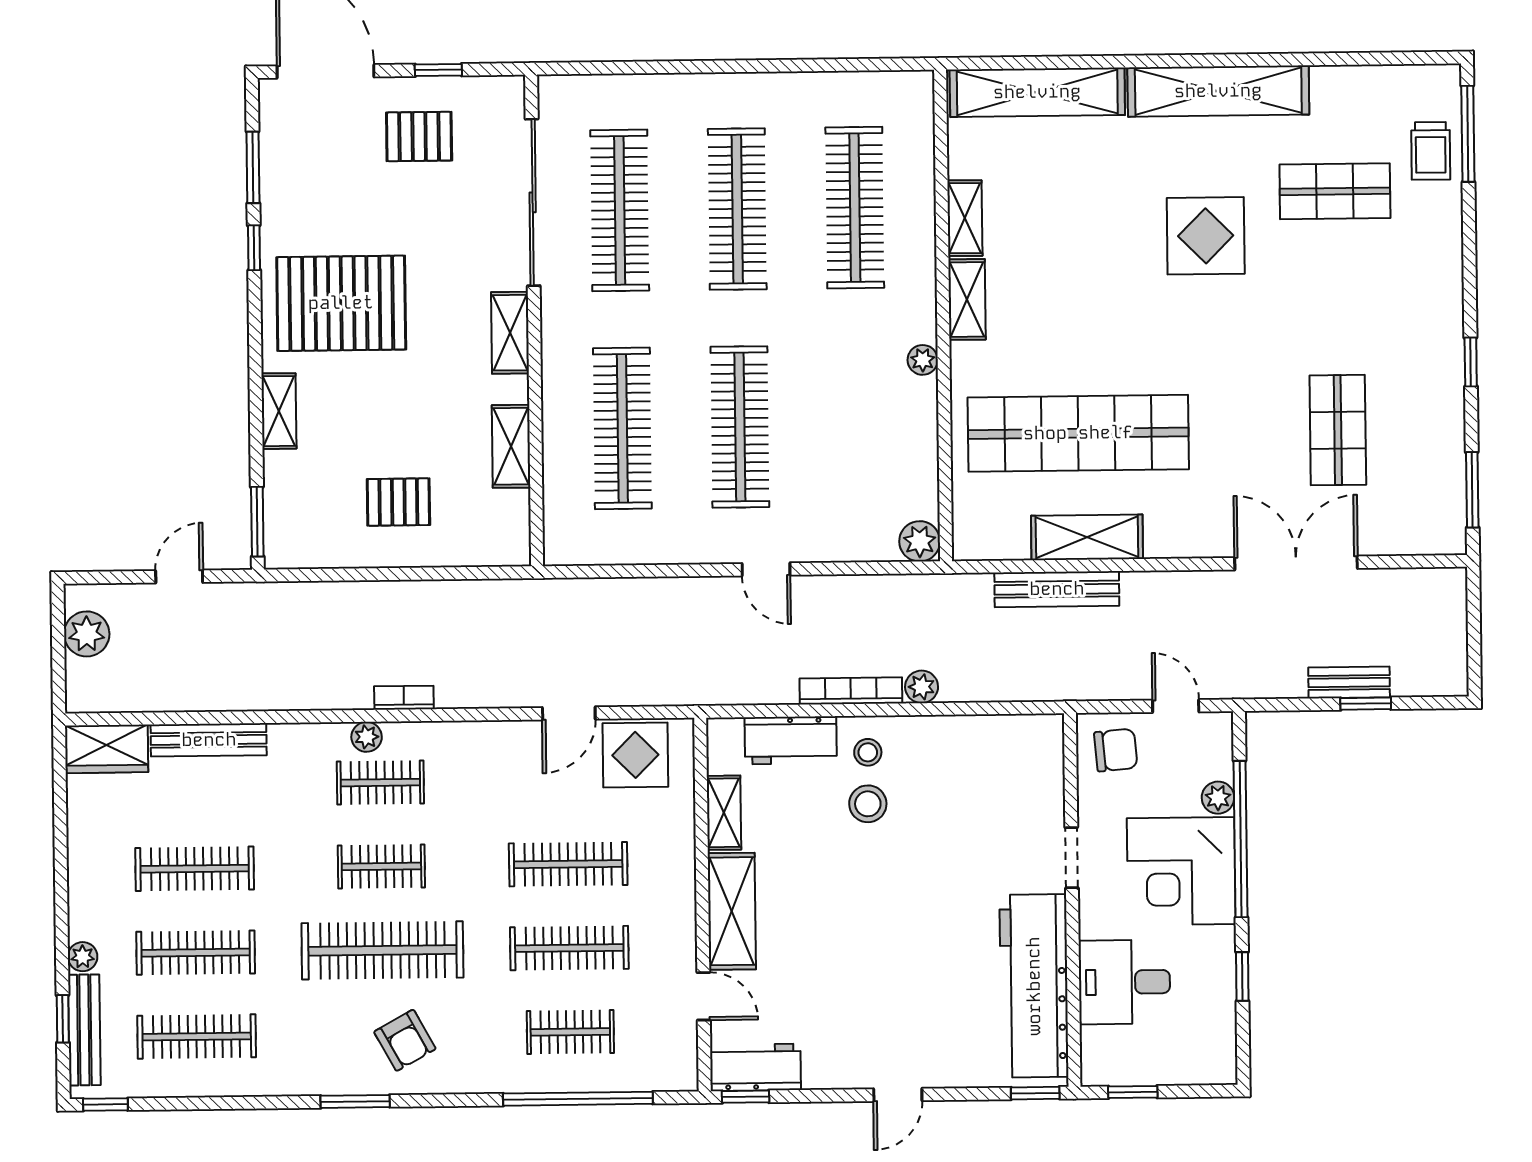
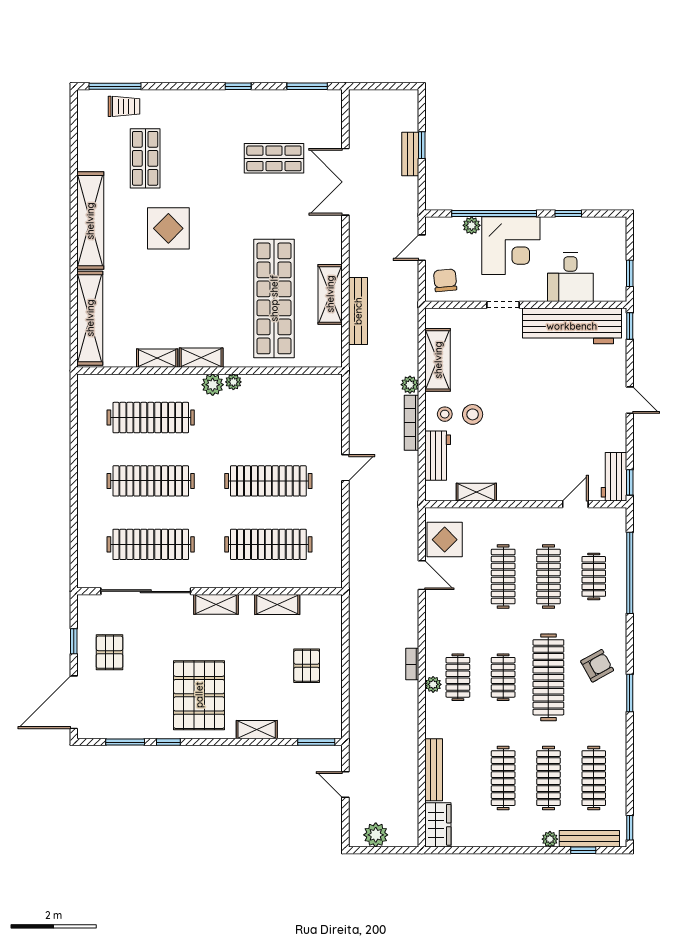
plant: (920, 541) -> (213, 385), moved
shelving: (732, 911) -> (438, 360), moved, turned 90

